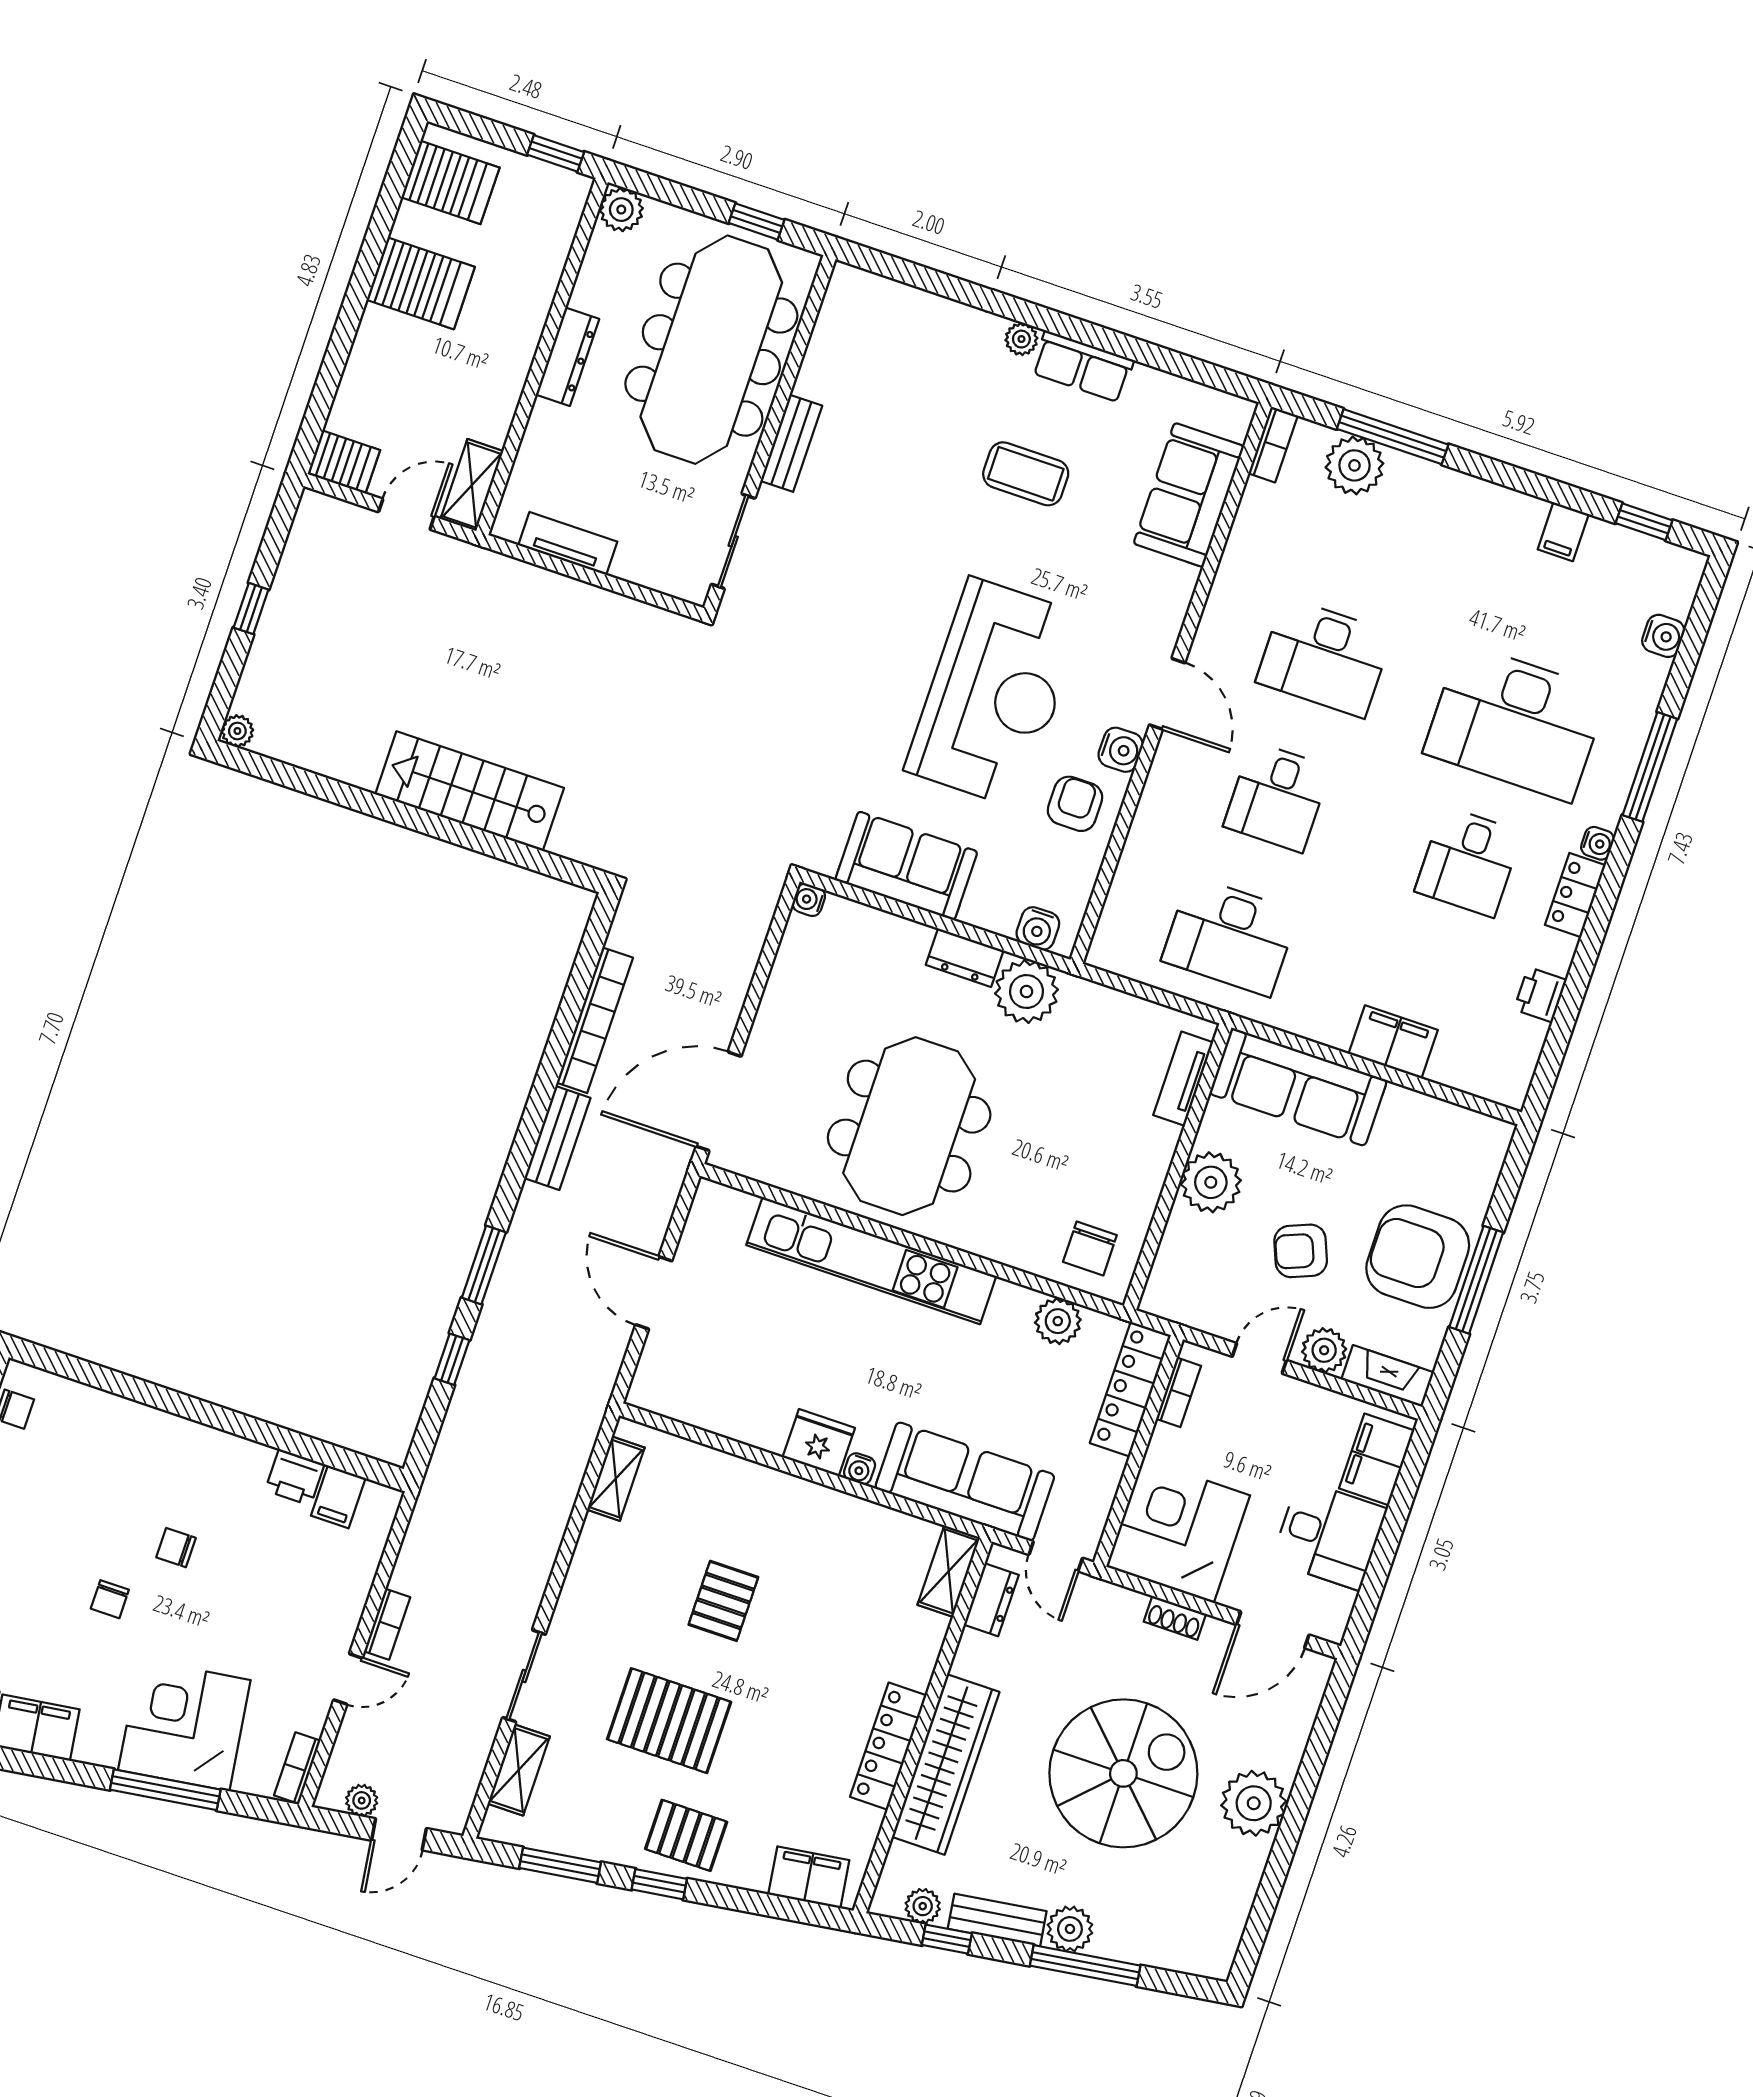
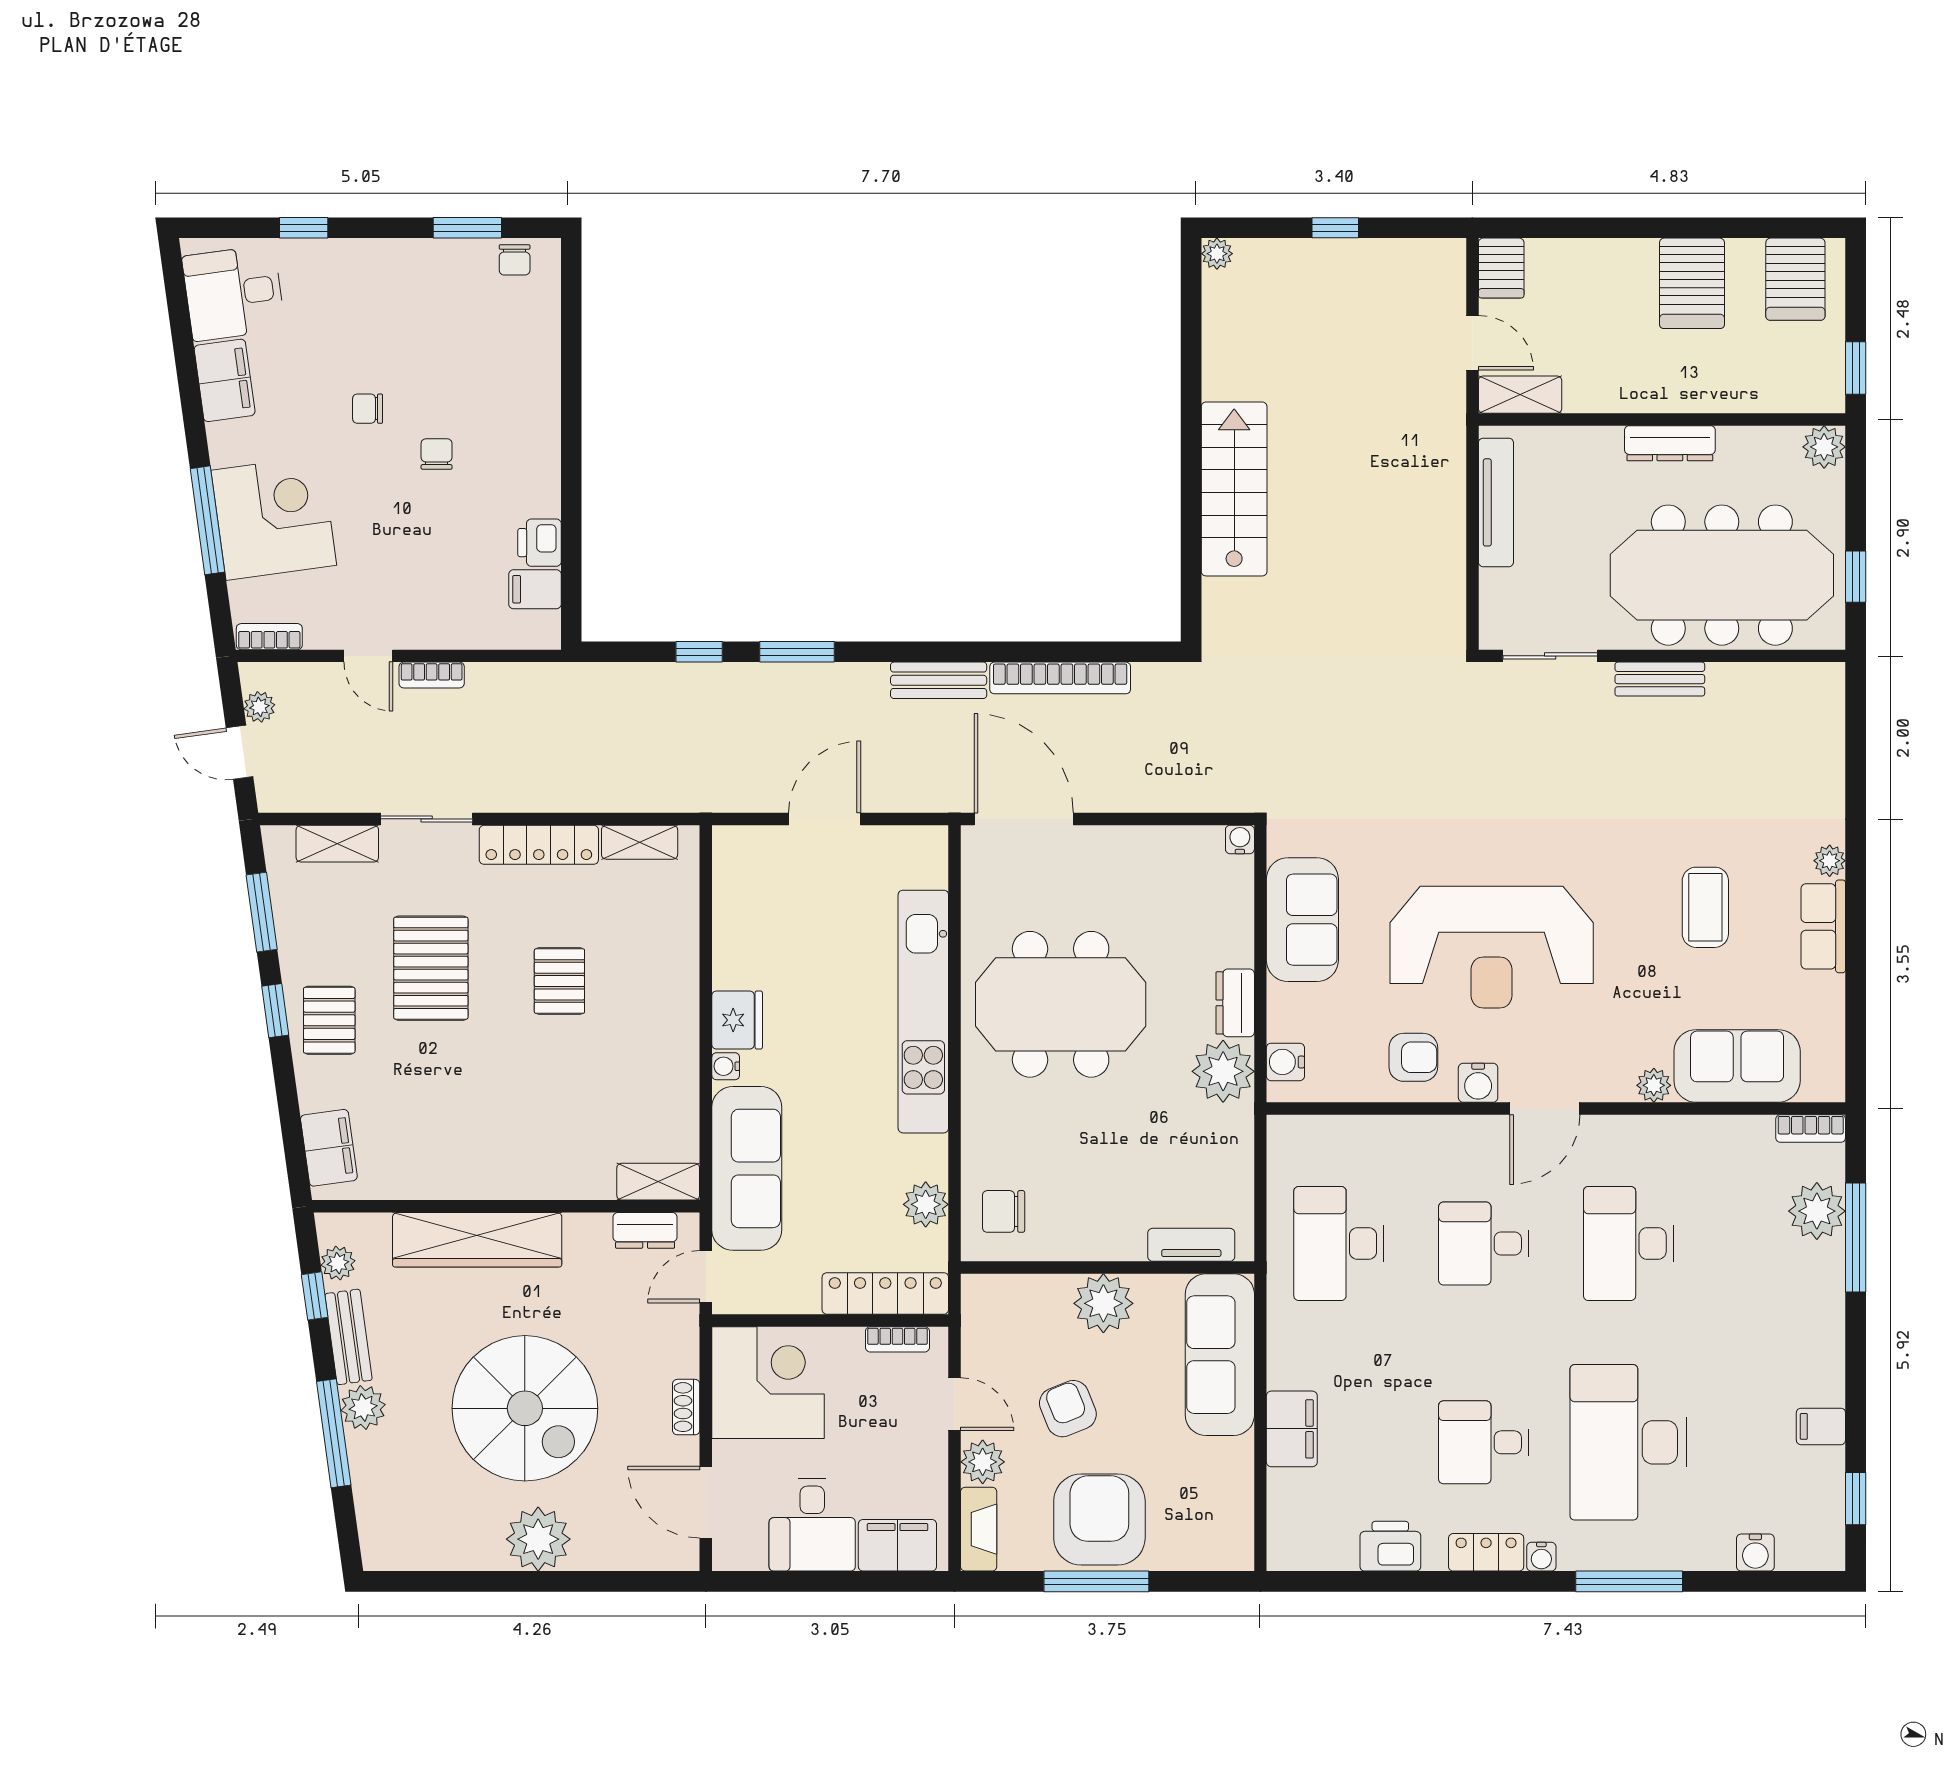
tv unit: (568, 543) -> (1496, 502), width x1.41
plant: (1180, 581) -> (1654, 1085), added
printer: (1540, 995) -> (1390, 1546), width x1.36, depth x1.24
pallet: (723, 1601) -> (559, 981), turned 90
locker: (888, 1746) -> (539, 845), moved, turned 180

